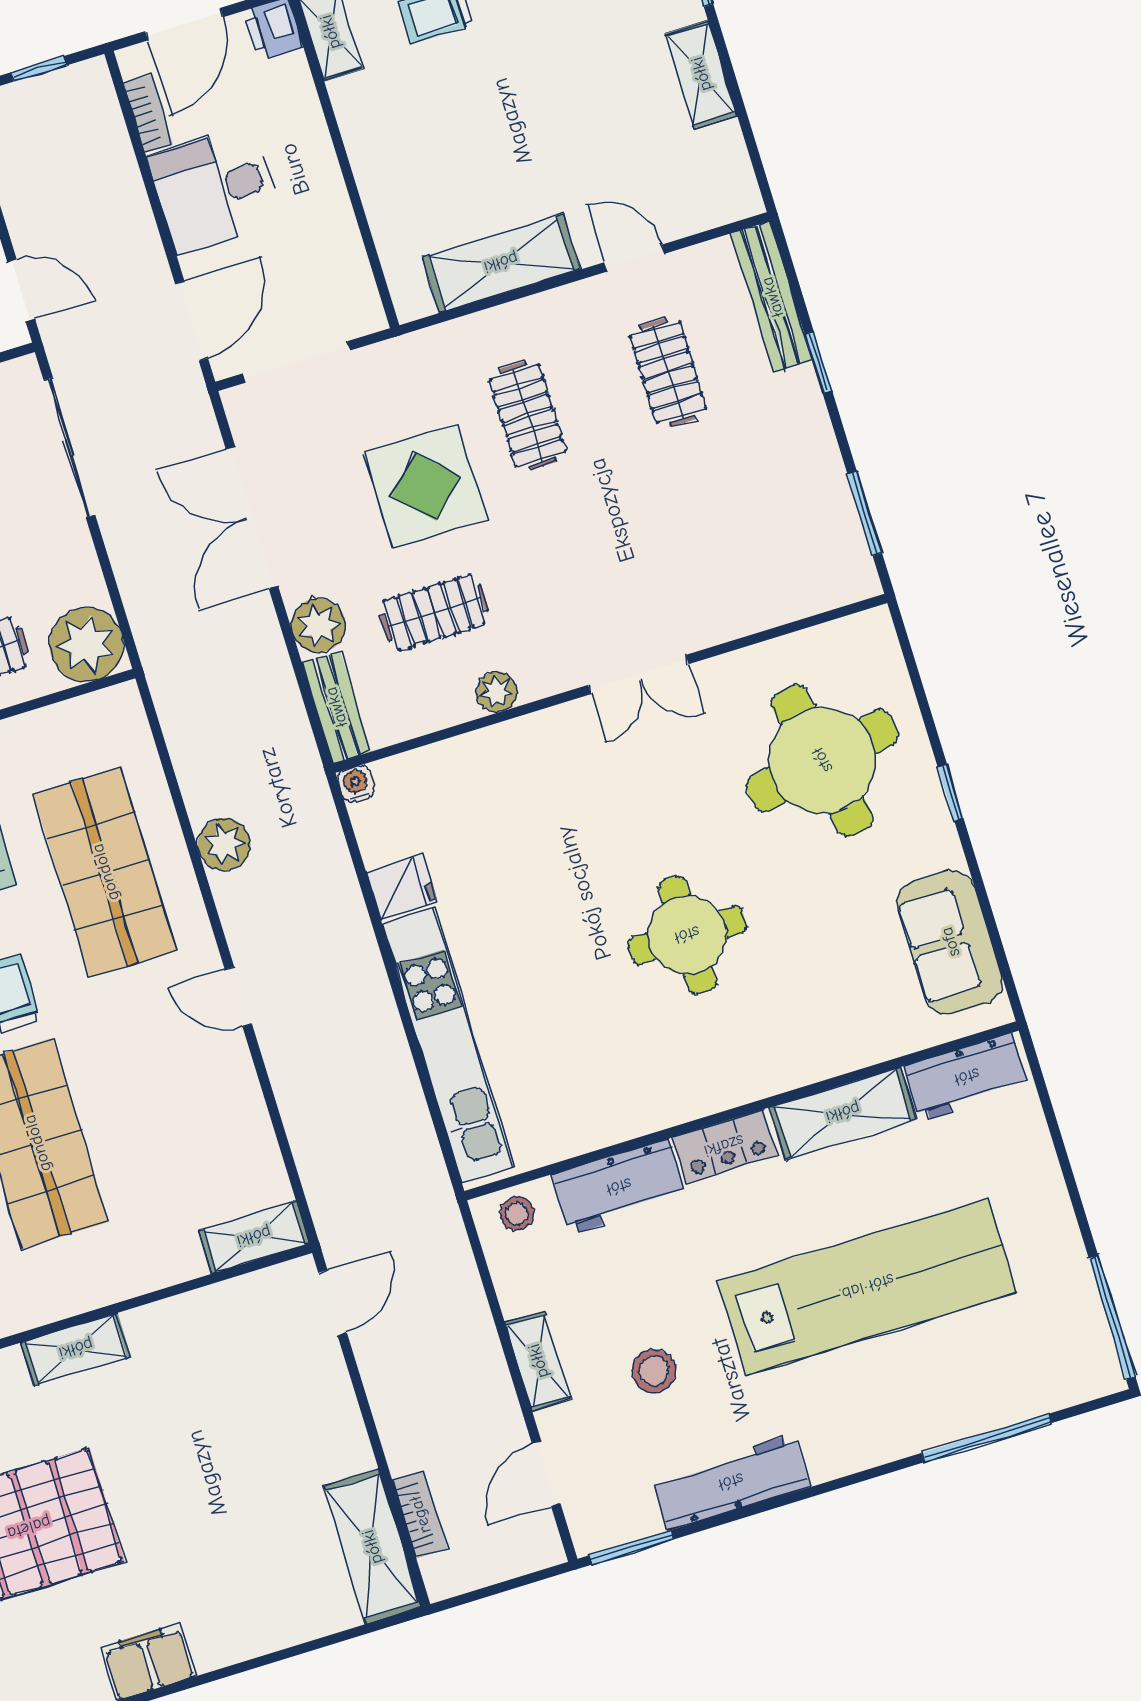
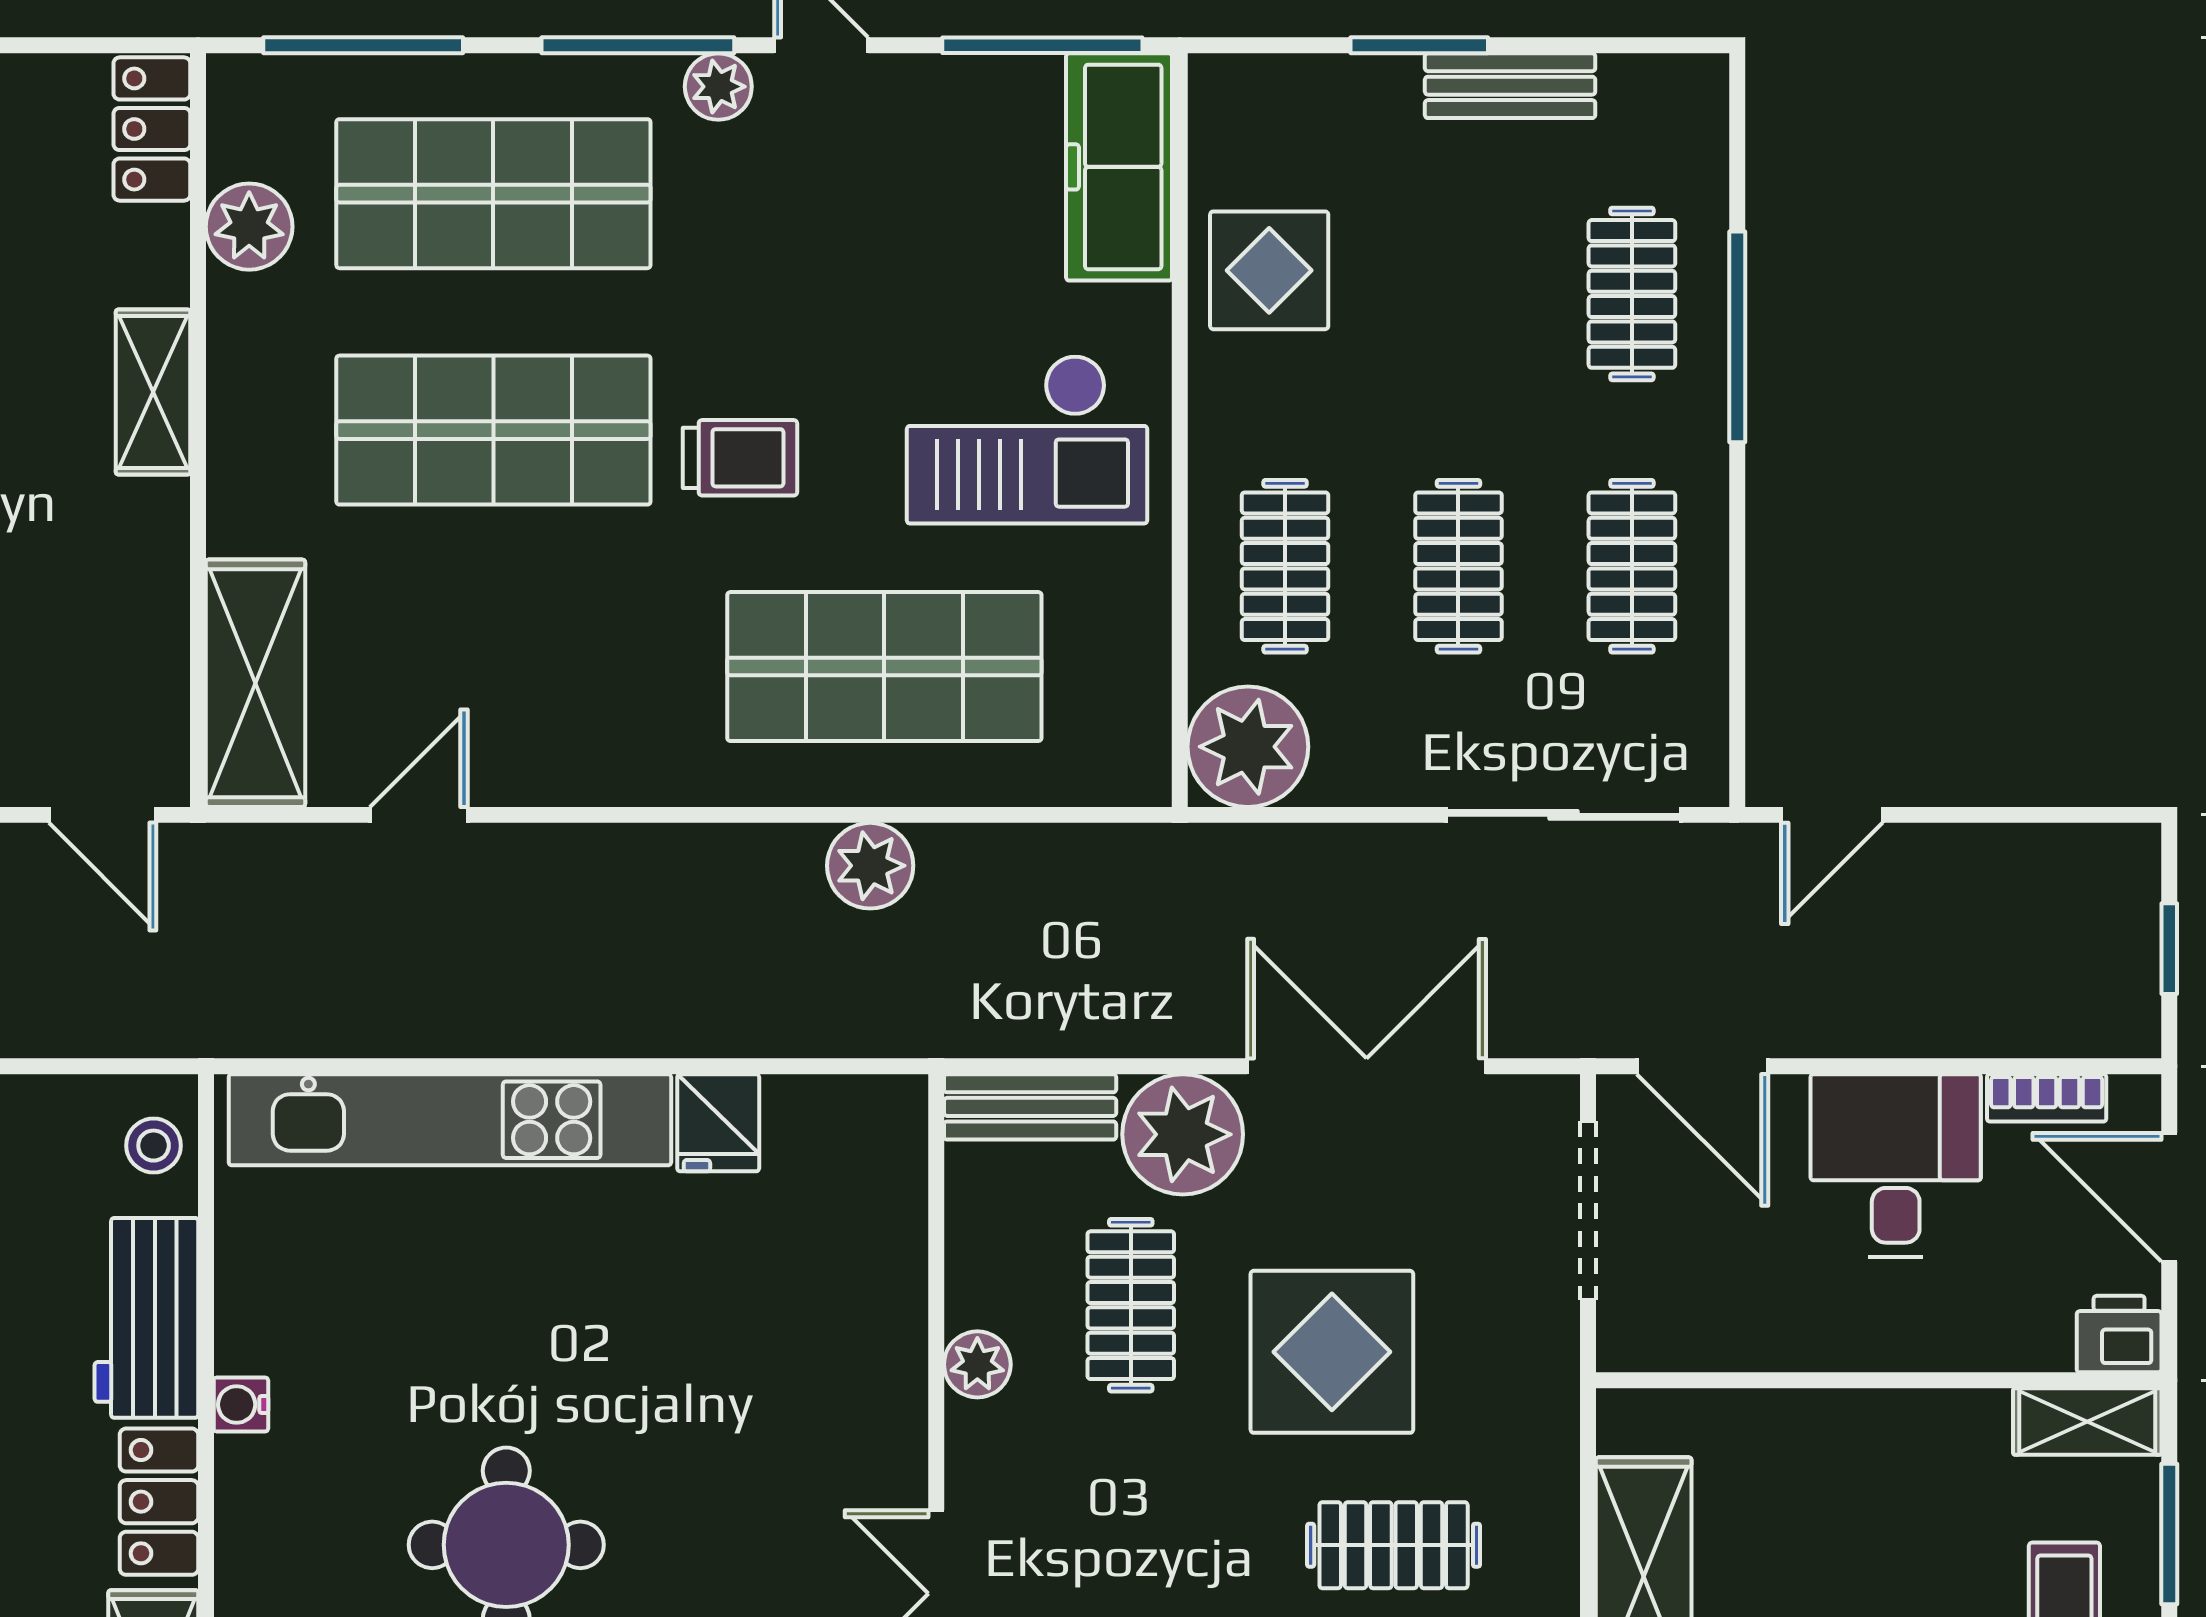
plant: (318, 625) -> (1183, 1134), width x1.36, depth x1.36
water cooler: (356, 784) -> (241, 1405), moved, turned 180
door: (238, 997) -> (419, 815), moved
shelving: (254, 1237) -> (255, 683), width x1.50, depth x1.33

